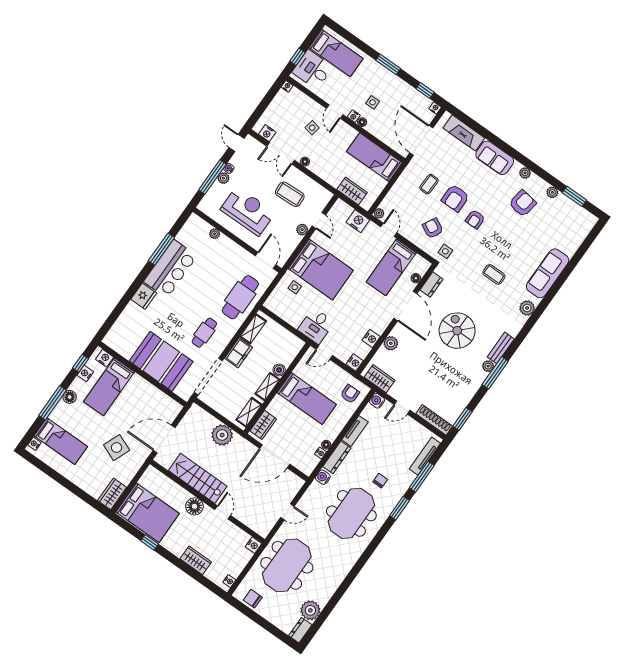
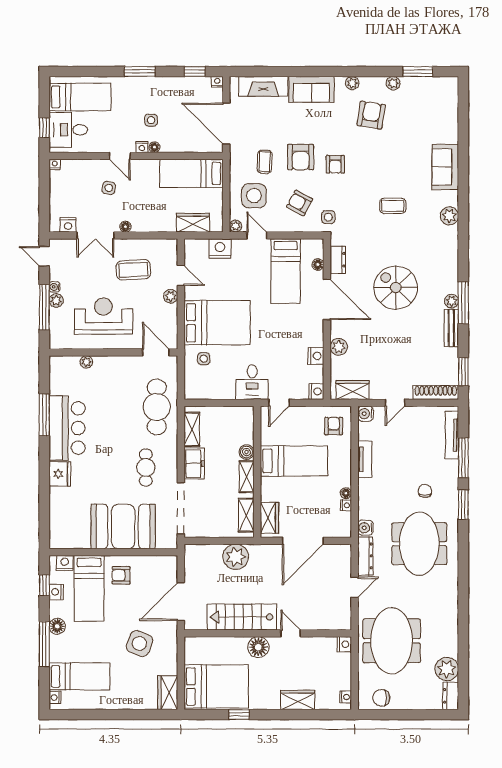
side table: (406, 202) -> (254, 196), added
sofa: (548, 273) -> (445, 167), width x0.73
bench: (501, 348) -> (451, 328), moved
armchair: (137, 393) -> (121, 575), added
dresser: (337, 457) -> (365, 556), moved

